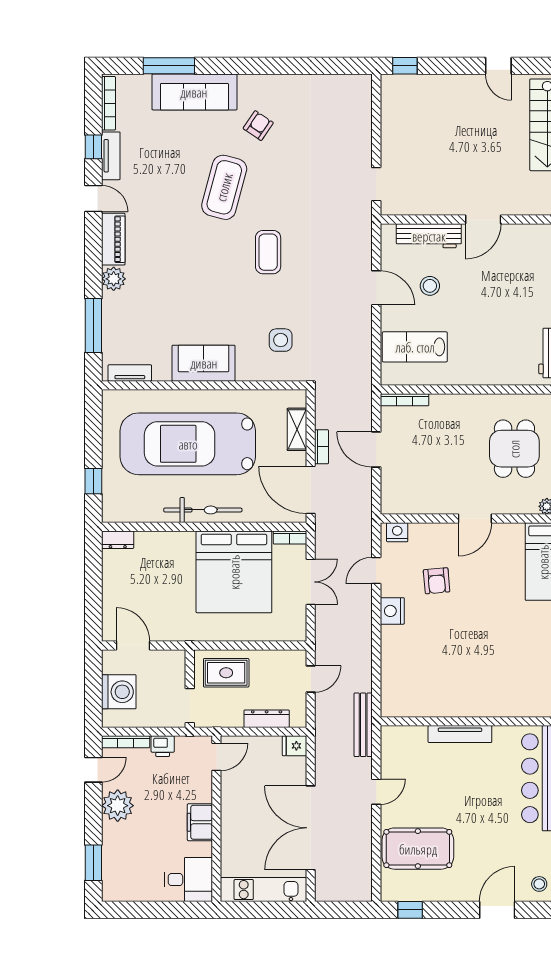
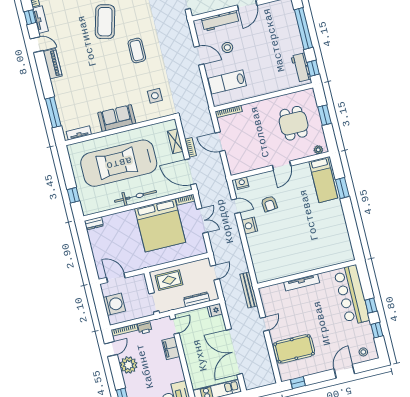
plant: (114, 279) -> (58, 85), removed
door: (376, 570) -> (236, 206), swing flipped
filing cabinet: (200, 822) -> (171, 348), moved

